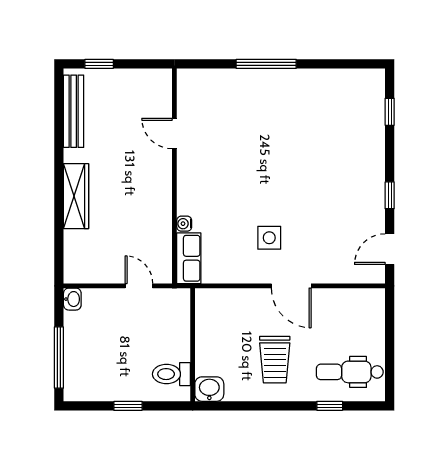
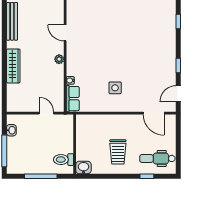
plant: (163, 183) -> (59, 59), added
door: (291, 286) -> (154, 113), moved
washbasin: (72, 299) -> (11, 130), moved
window: (128, 406) -> (41, 176), width x2.17

